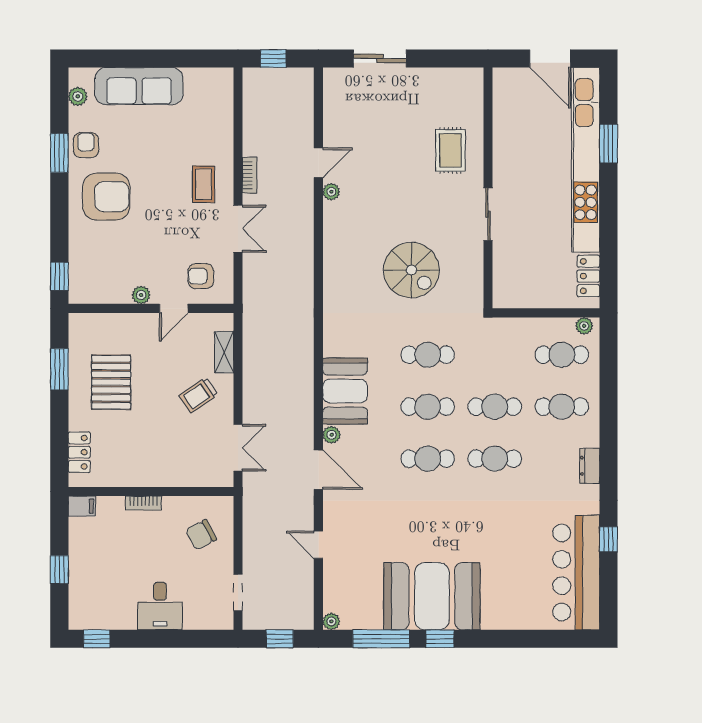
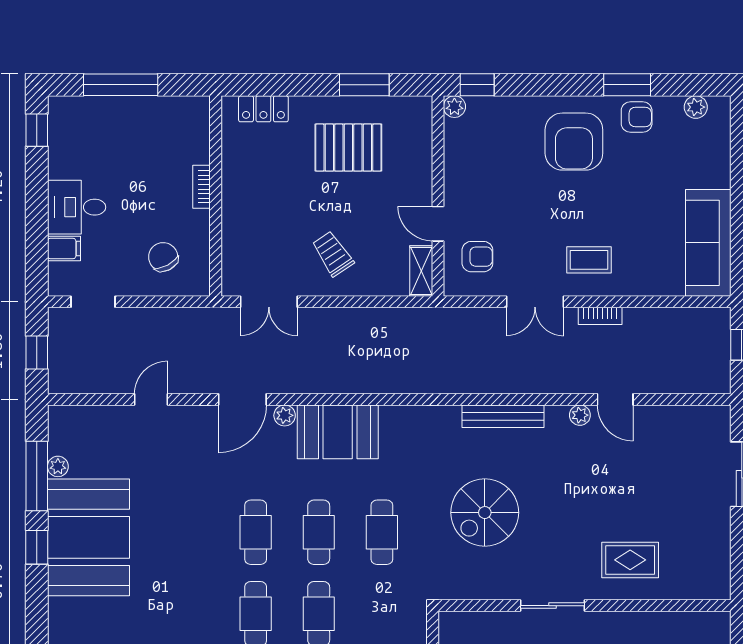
sofa: (139, 86) -> (708, 243), moved
bench: (332, 255) -> (503, 416), added
armchair: (201, 276) -> (477, 257), turned 90
plant: (141, 295) -> (454, 107), moved
shelving: (224, 352) -> (421, 271), moved, turned 90
filing cabinet: (82, 506) -> (64, 249), moved, turned -90
window: (59, 570) -> (121, 85), width x2.17
plant: (331, 621) -> (58, 466), moved

